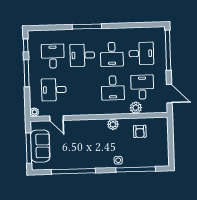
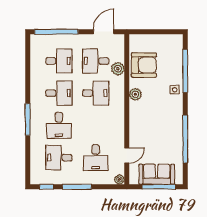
desk: (141, 53) -> (59, 61), turned 90
armchair: (140, 131) -> (144, 65), width x1.88, depth x1.88

